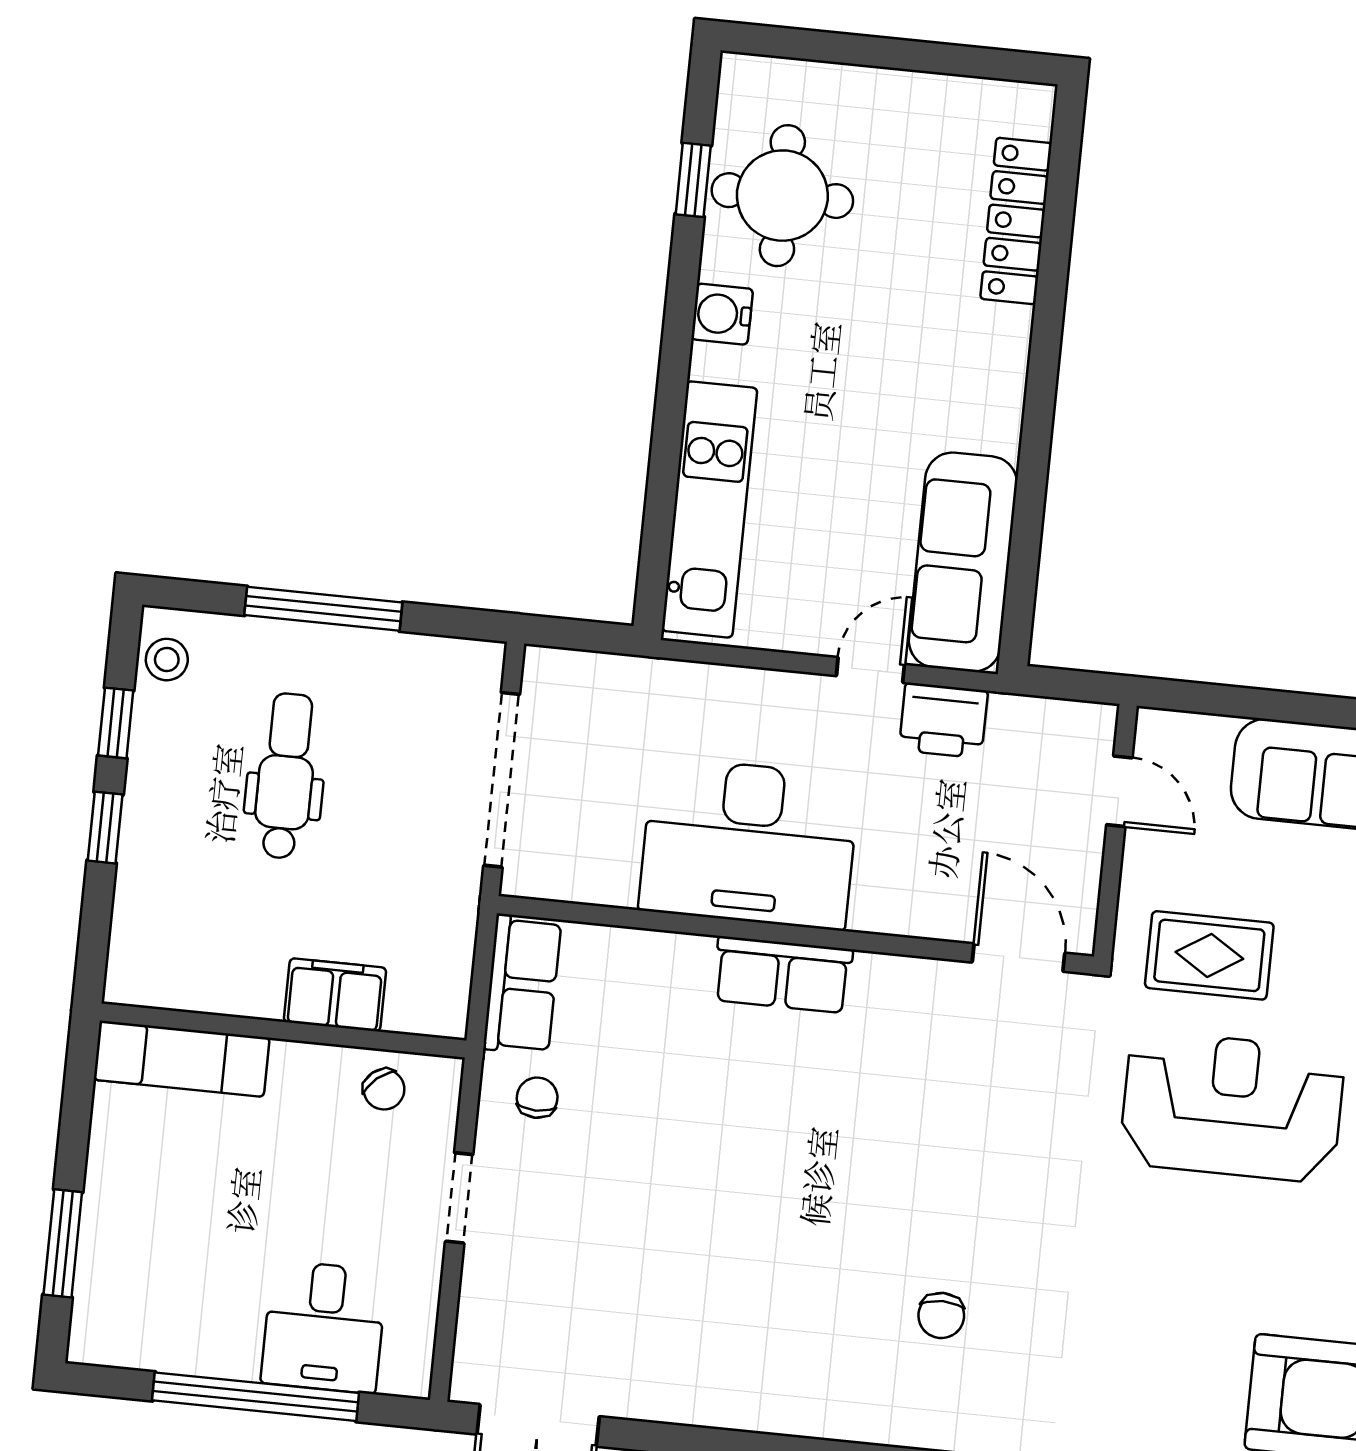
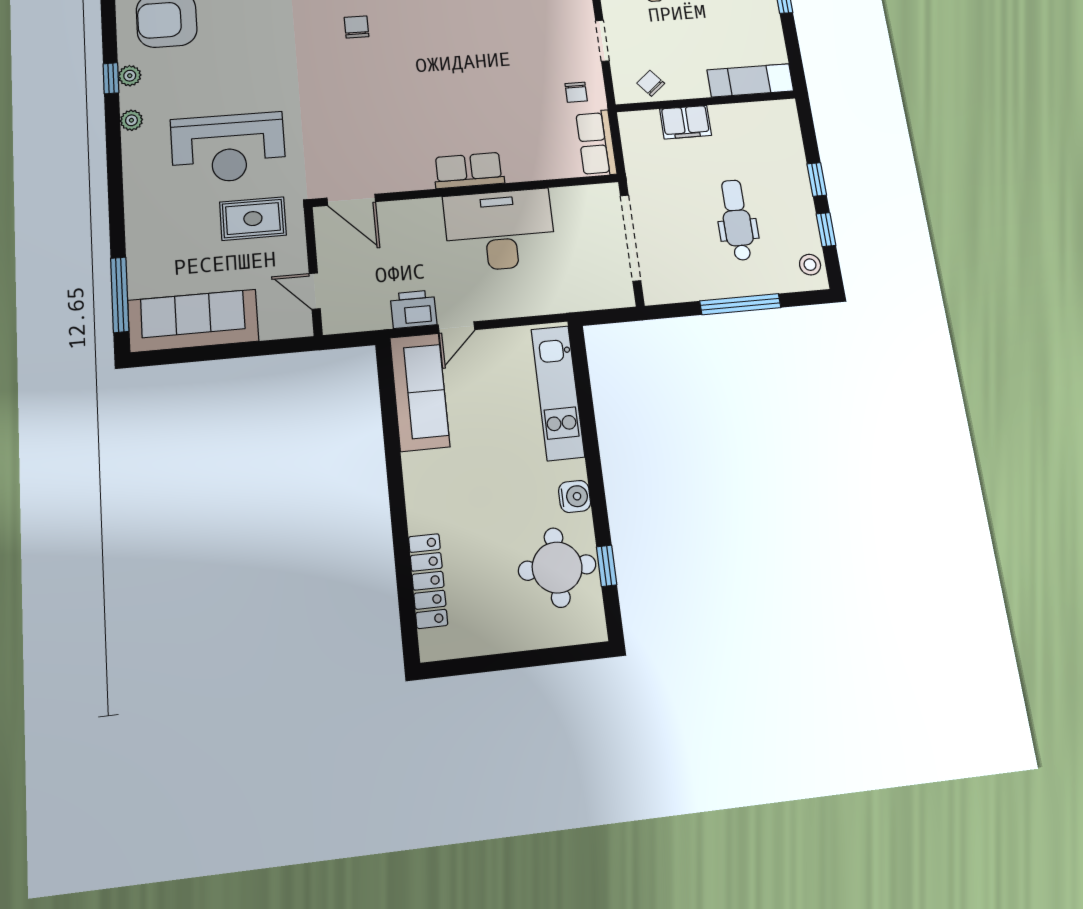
dental chair: (286, 776) -> (737, 220), turned 180

